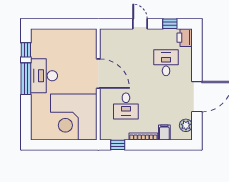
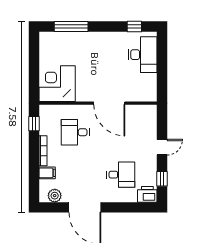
door: (98, 74) -> (109, 103), hinge flipped
desk: (44, 76) -> (143, 55), moved, turned 90
window: (26, 79) -> (71, 26), moved
corner desk: (74, 117) -> (57, 84), width x0.74, depth x0.74

